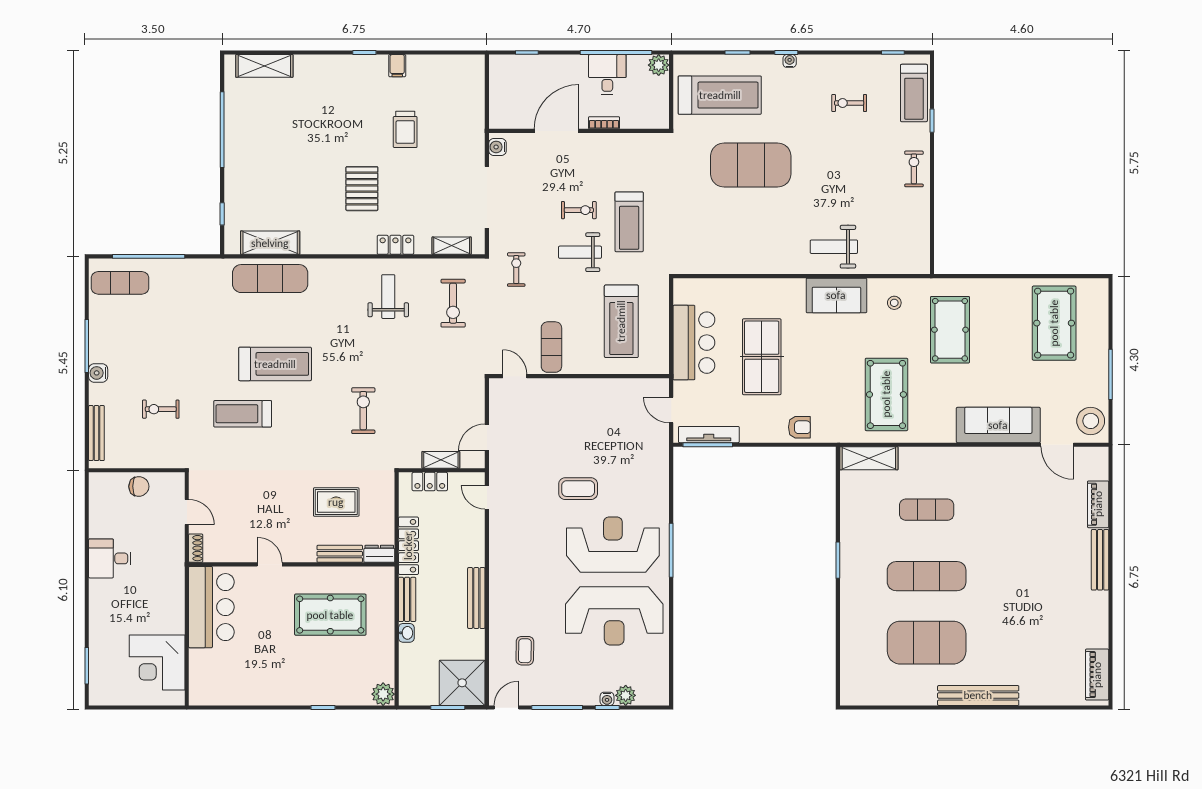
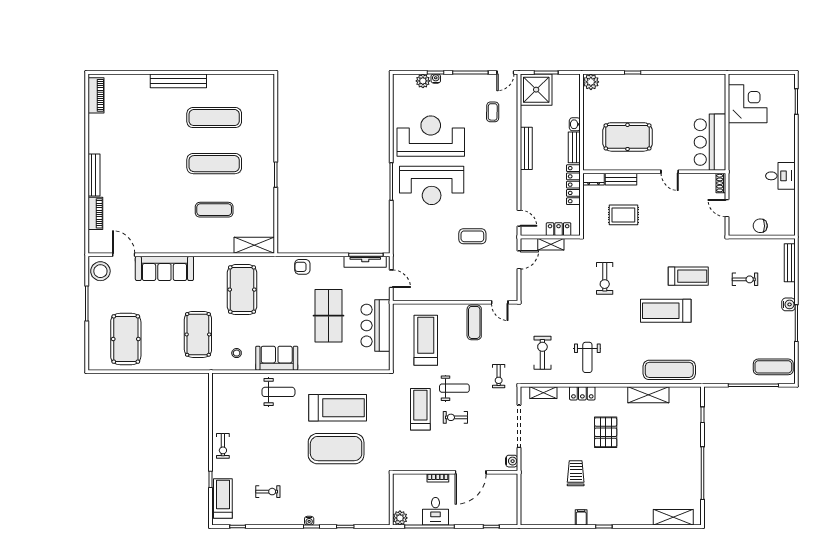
treadmill: (720, 95) -> (338, 408), moved, turned 180
shelving: (270, 243) -> (648, 395), moved
coffee table: (578, 489) -> (472, 236), moved
exercise mat: (927, 643) -> (214, 118), width x0.68

